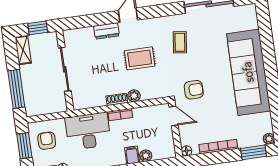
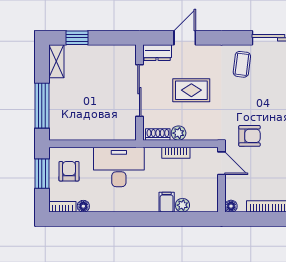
coffee table: (180, 42) -> (242, 64), moved
sliding door: (65, 69) -> (139, 91), moved
wall: (65, 71) -> (139, 92), moved
bookcase: (120, 115) -> (176, 153), moved

